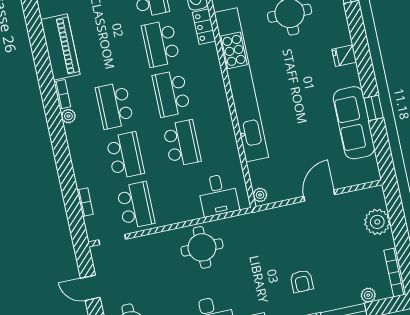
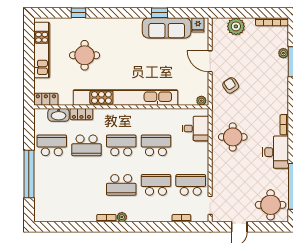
piano: (60, 47) -> (75, 213), removed
fridge: (344, 56) -> (198, 25), moved
school desk: (171, 93) -> (121, 145), turned 180
round table: (202, 247) -> (233, 137), moved
armchair: (302, 281) -> (231, 85), moved, turned -124
plant: (368, 295) -> (283, 53), moved

